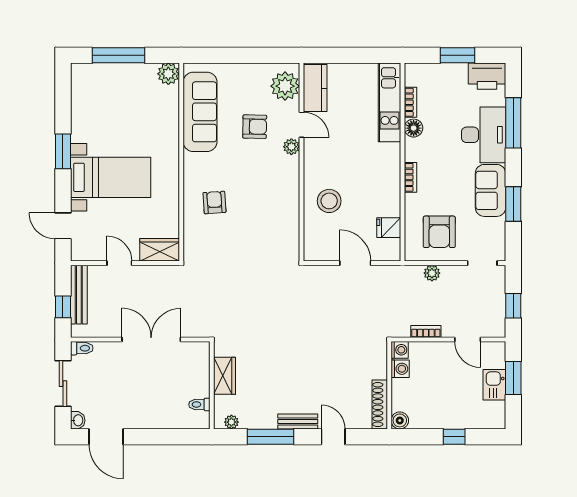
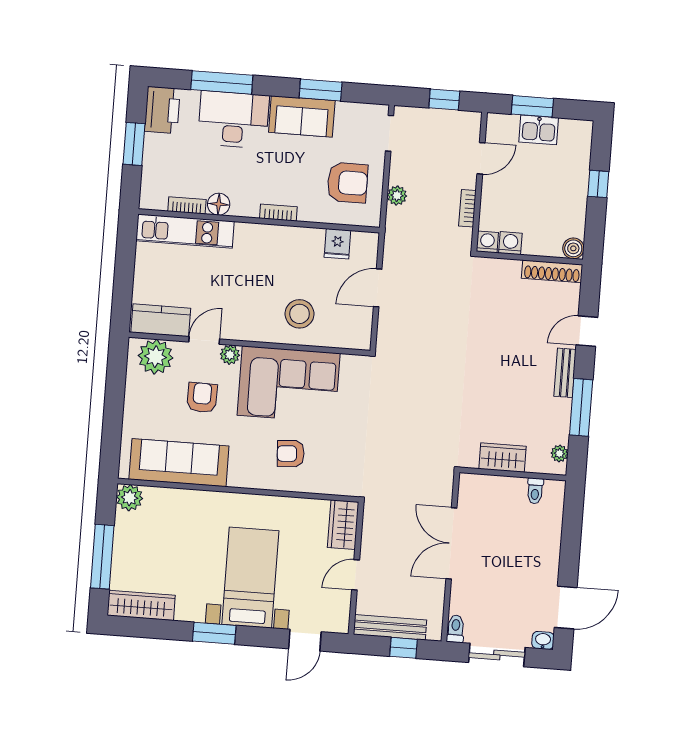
wardrobe: (81, 90) -> (141, 605), added
corner sofa: (271, 196) -> (289, 384), added

